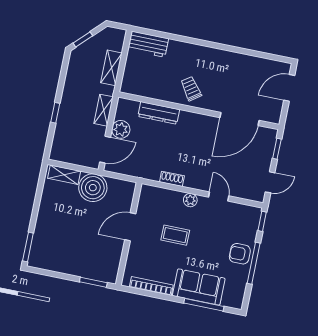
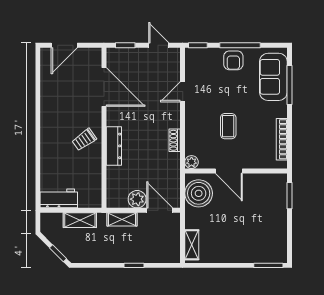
workbench: (148, 44) -> (59, 198), moved, turned -90
door: (289, 88) -> (64, 45), hinge flipped
dresser: (159, 113) -> (114, 146), moved
boiler: (93, 188) -> (199, 193), moved
plant: (190, 200) -> (191, 162), moved
sofa: (199, 287) -> (273, 77), moved

